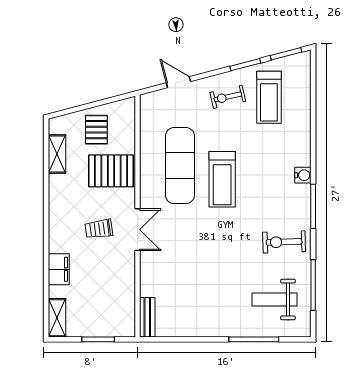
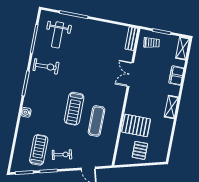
shelving: (57, 154) -> (171, 107), moved
exercise mat: (180, 166) -> (96, 121), width x0.73, depth x0.69
water cooler: (303, 175) -> (26, 112), moved
treadmill: (222, 179) -> (74, 109), turned 180
trolley: (99, 229) -> (152, 43), moved
double door: (138, 230) -> (130, 74), moved
weight bench: (274, 299) -> (58, 35), turned 90

